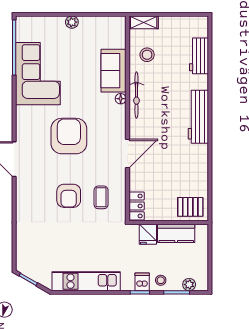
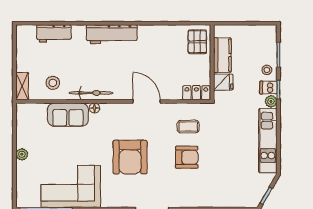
armchair: (69, 136) -> (130, 157), turned -90
plant: (189, 285) -> (271, 101), moved

